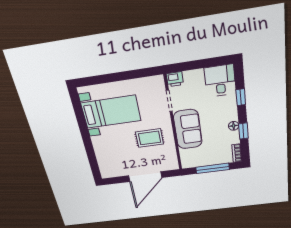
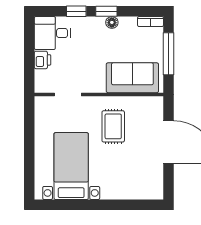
printer: (175, 79) -> (42, 60), moved
sofa: (188, 129) -> (132, 78), moved
window: (243, 131) -> (106, 11), moved

